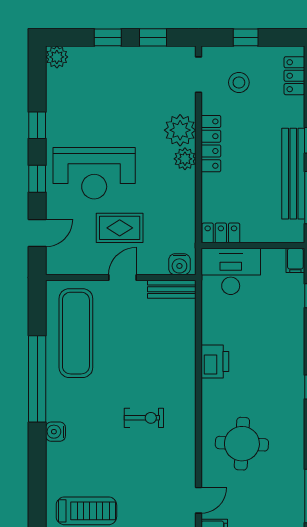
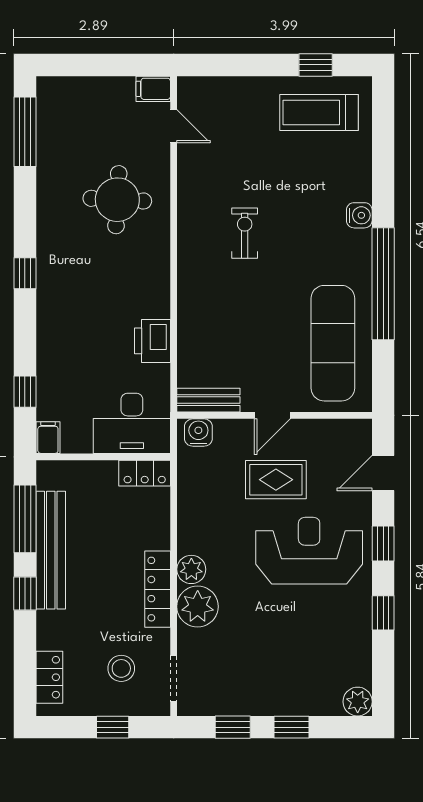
printer: (215, 361) -> (152, 341), moved
exercise bike: (144, 418) -> (245, 233), turned 90
door: (199, 500) -> (174, 126), swing flipped

